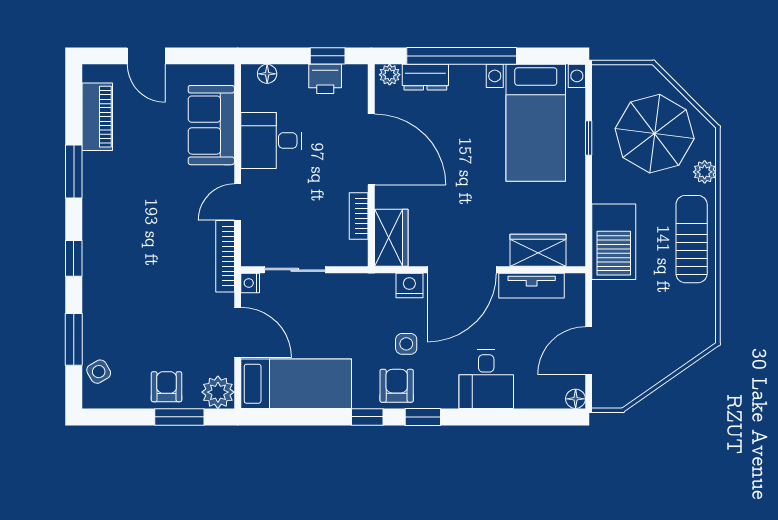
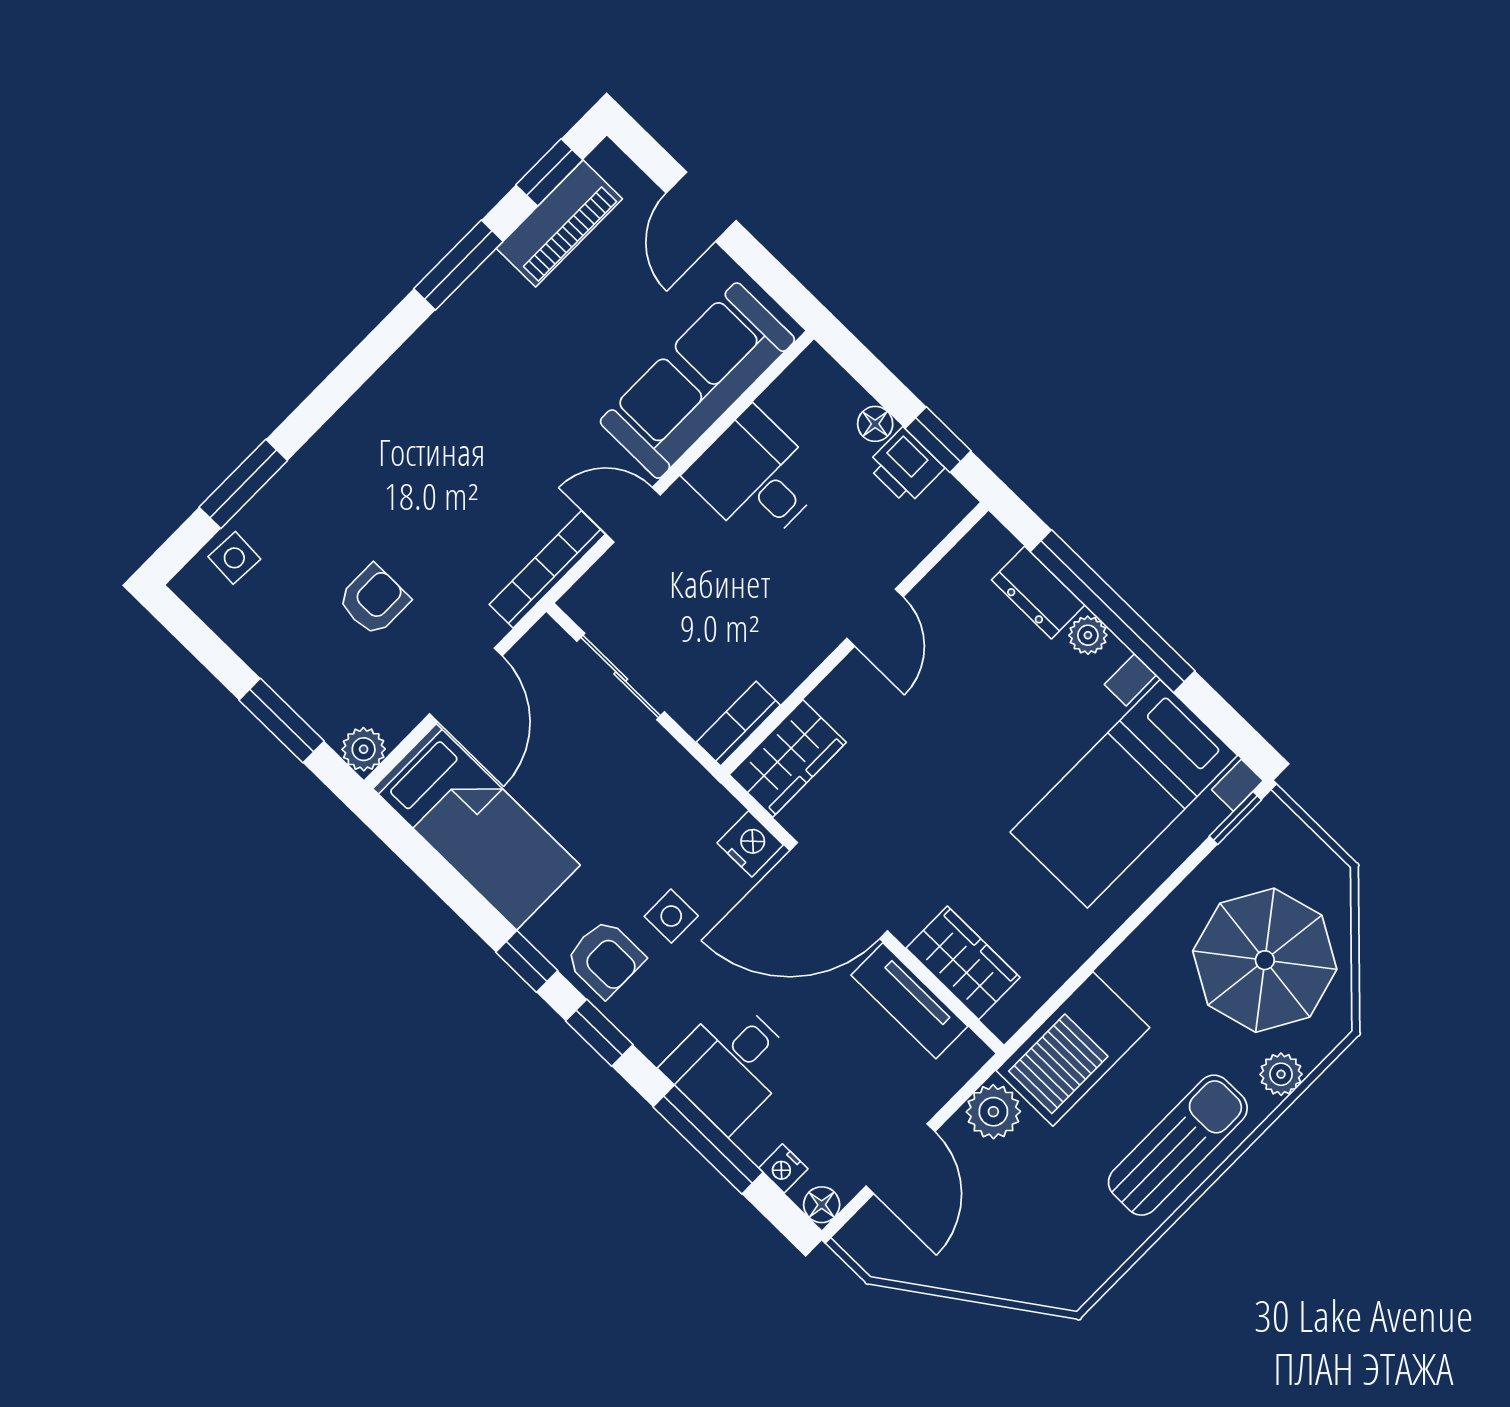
floor lamp: (267, 74) -> (875, 424), moved
plant: (390, 75) -> (1088, 635), moved
sofa: (211, 125) -> (697, 381), width x1.36
window: (589, 138) -> (1235, 818), moved
door: (371, 149) -> (875, 618), width x0.53
bookcase: (359, 216) -> (738, 724), moved
window: (74, 258) -> (549, 172), moved
nightstand: (250, 283) -> (783, 1168), moved, turned -90
plant: (607, 297) -> (993, 1112), added
door: (589, 351) -> (900, 1159), swing flipped
side table: (99, 372) -> (234, 558), turned 33
armchair: (397, 386) -> (605, 958), turned 90
armchair: (167, 387) -> (374, 600), moved
plant: (218, 392) -> (364, 749), width x0.73, depth x0.73
window: (506, 417) -> (708, 1140), added

